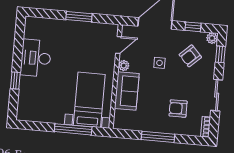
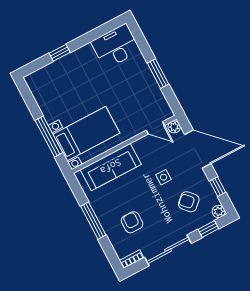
desk: (36, 58) -> (116, 46), moved
plant: (124, 66) -> (174, 127), moved
sofa: (127, 91) -> (111, 167), width x1.36
sliding door: (217, 95) -> (168, 250), width x1.37

